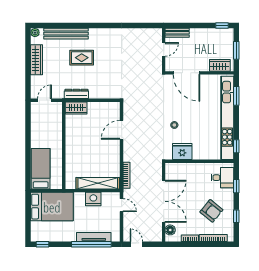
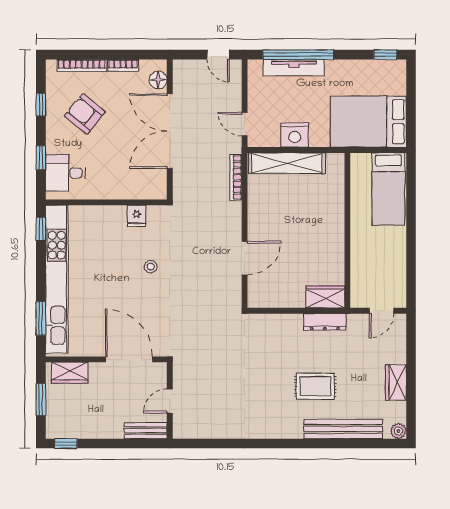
wardrobe: (36, 60) -> (396, 382), width x0.67
fridge: (182, 151) -> (137, 216), width x0.53, depth x0.75

